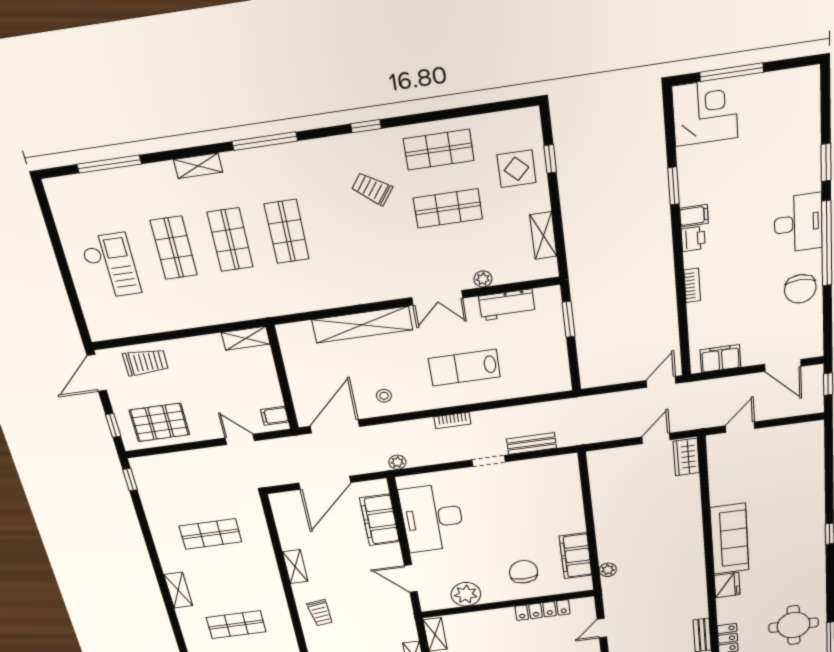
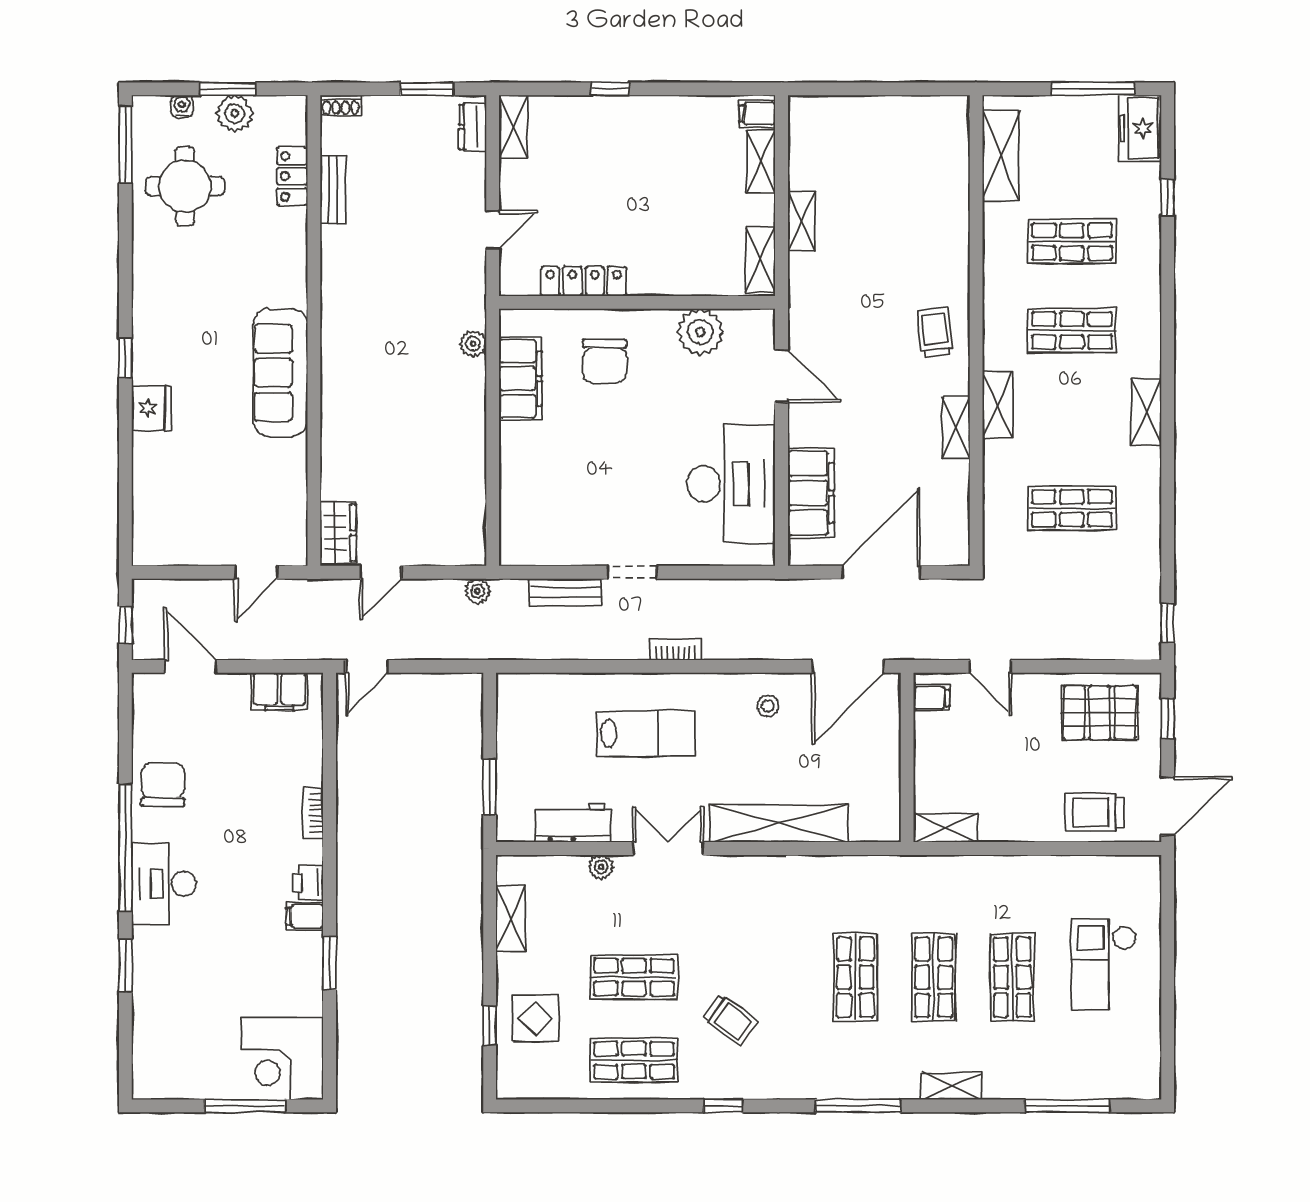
plant: (397, 462) -> (477, 591), moved
shelving: (272, 581) -> (997, 405), added
fridge: (727, 585) -> (151, 408), moved, turned 180

